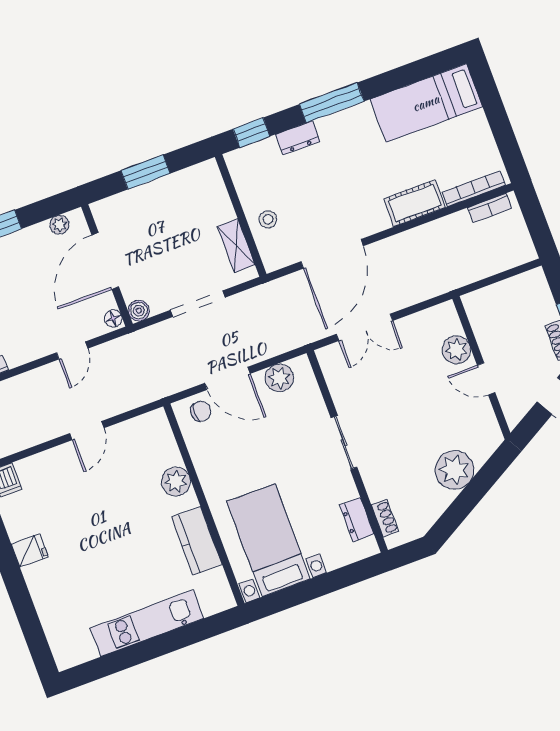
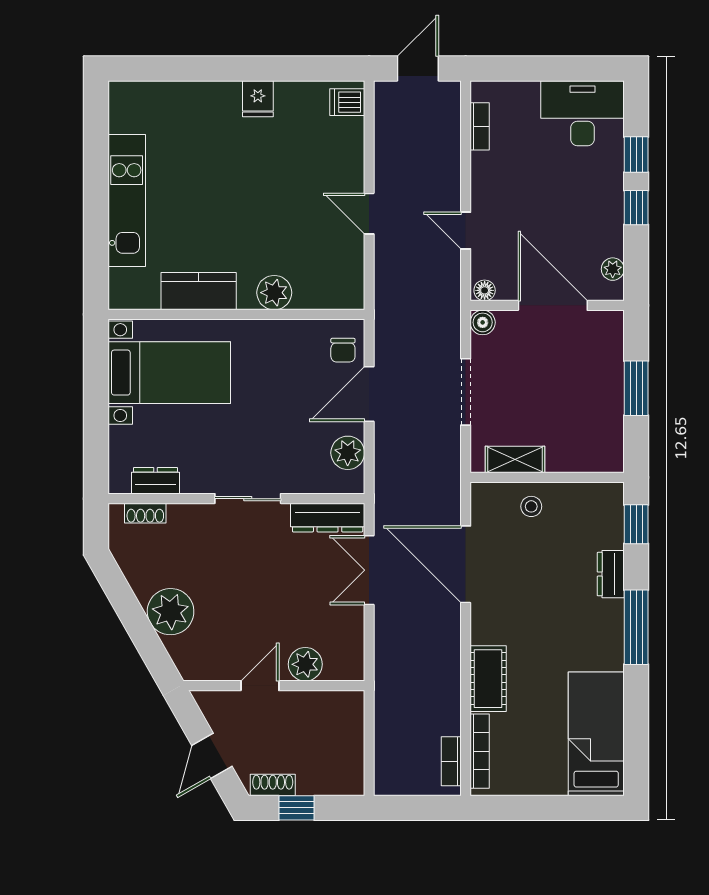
dresser: (336, 375) -> (328, 518), added

